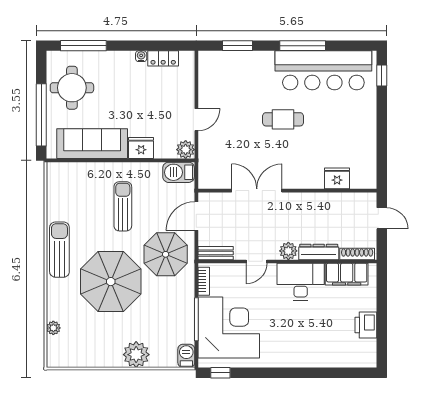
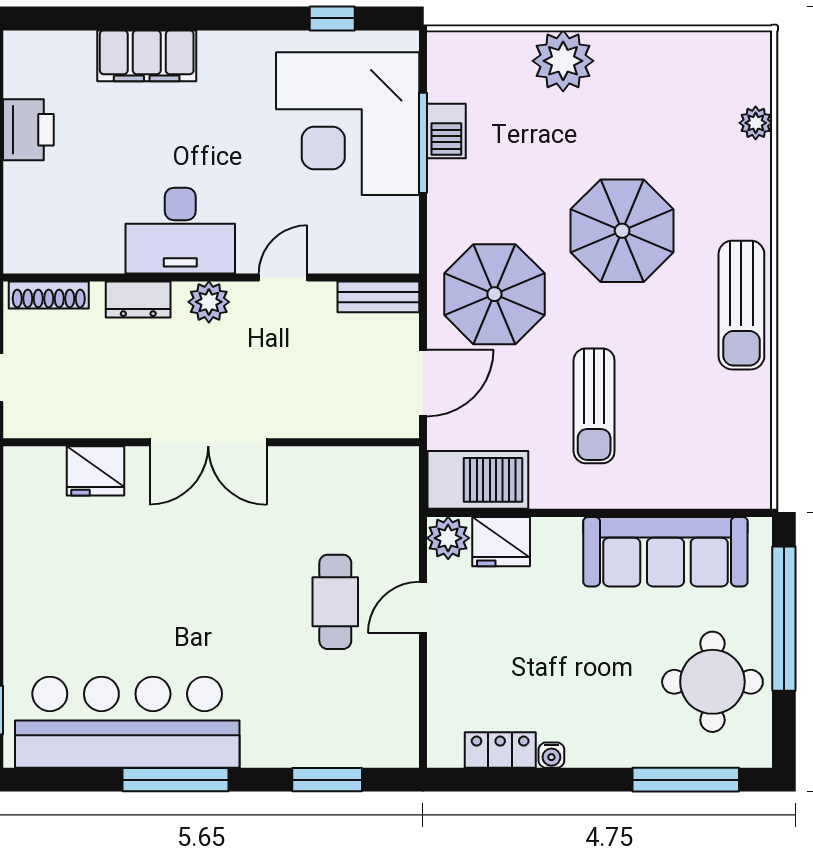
cafe table: (283, 119) -> (335, 602), moved, turned 90
fridge: (141, 148) -> (501, 542), moved
barbecue: (179, 172) -> (478, 480), width x1.37, depth x1.21
double door: (257, 191) -> (208, 442), moved
dresser: (319, 252) -> (138, 300), width x0.70
filing cabinet: (347, 274) -> (147, 56), moved, turned 180
bookcase: (204, 281) -> (406, 231), removed
parasol: (111, 282) -> (622, 231), width x0.73, depth x0.73
barbecue: (186, 356) -> (446, 131), moved
window: (220, 373) -> (332, 18), moved

